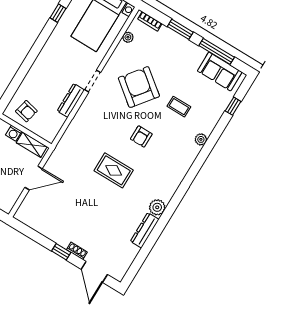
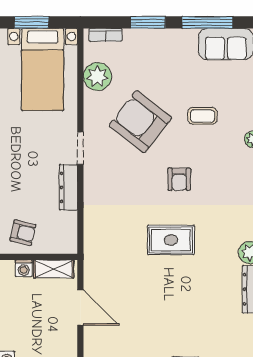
plant: (128, 37) -> (97, 76), width x1.88, depth x1.88
door: (34, 178) -> (80, 308), hinge flipped

